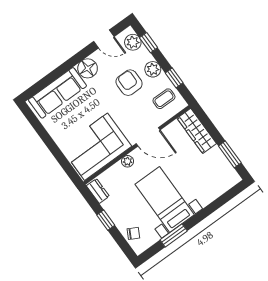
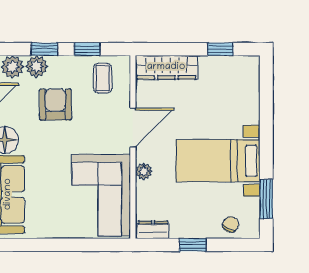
window: (149, 43) -> (44, 49), moved
plant: (153, 69) -> (37, 66), moved
armchair: (129, 83) -> (55, 104), turned 90
window: (230, 154) -> (220, 49), width x0.67
window: (174, 235) -> (266, 199), moved

